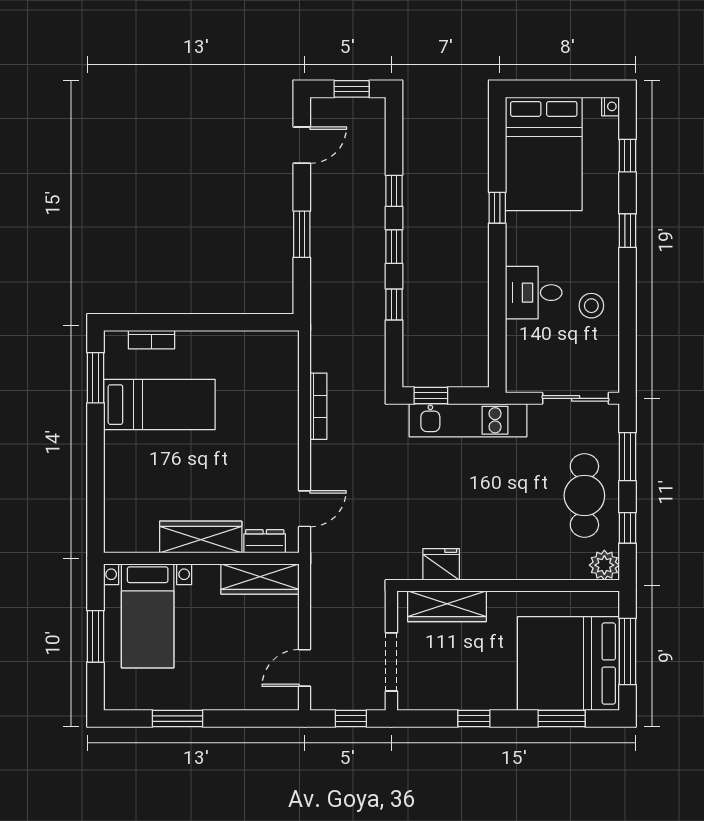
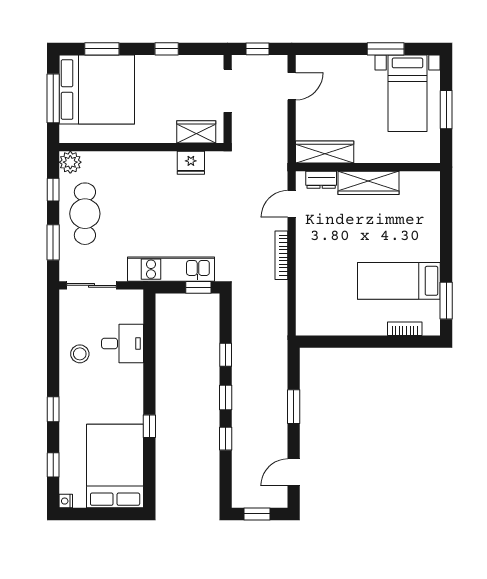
desk: (534, 293) -> (122, 344), moved
bookcase: (318, 406) -> (281, 255), moved
wardrobe: (447, 606) -> (196, 132), width x0.67
bed with nightstands: (148, 616) -> (407, 93), moved, turned 180

